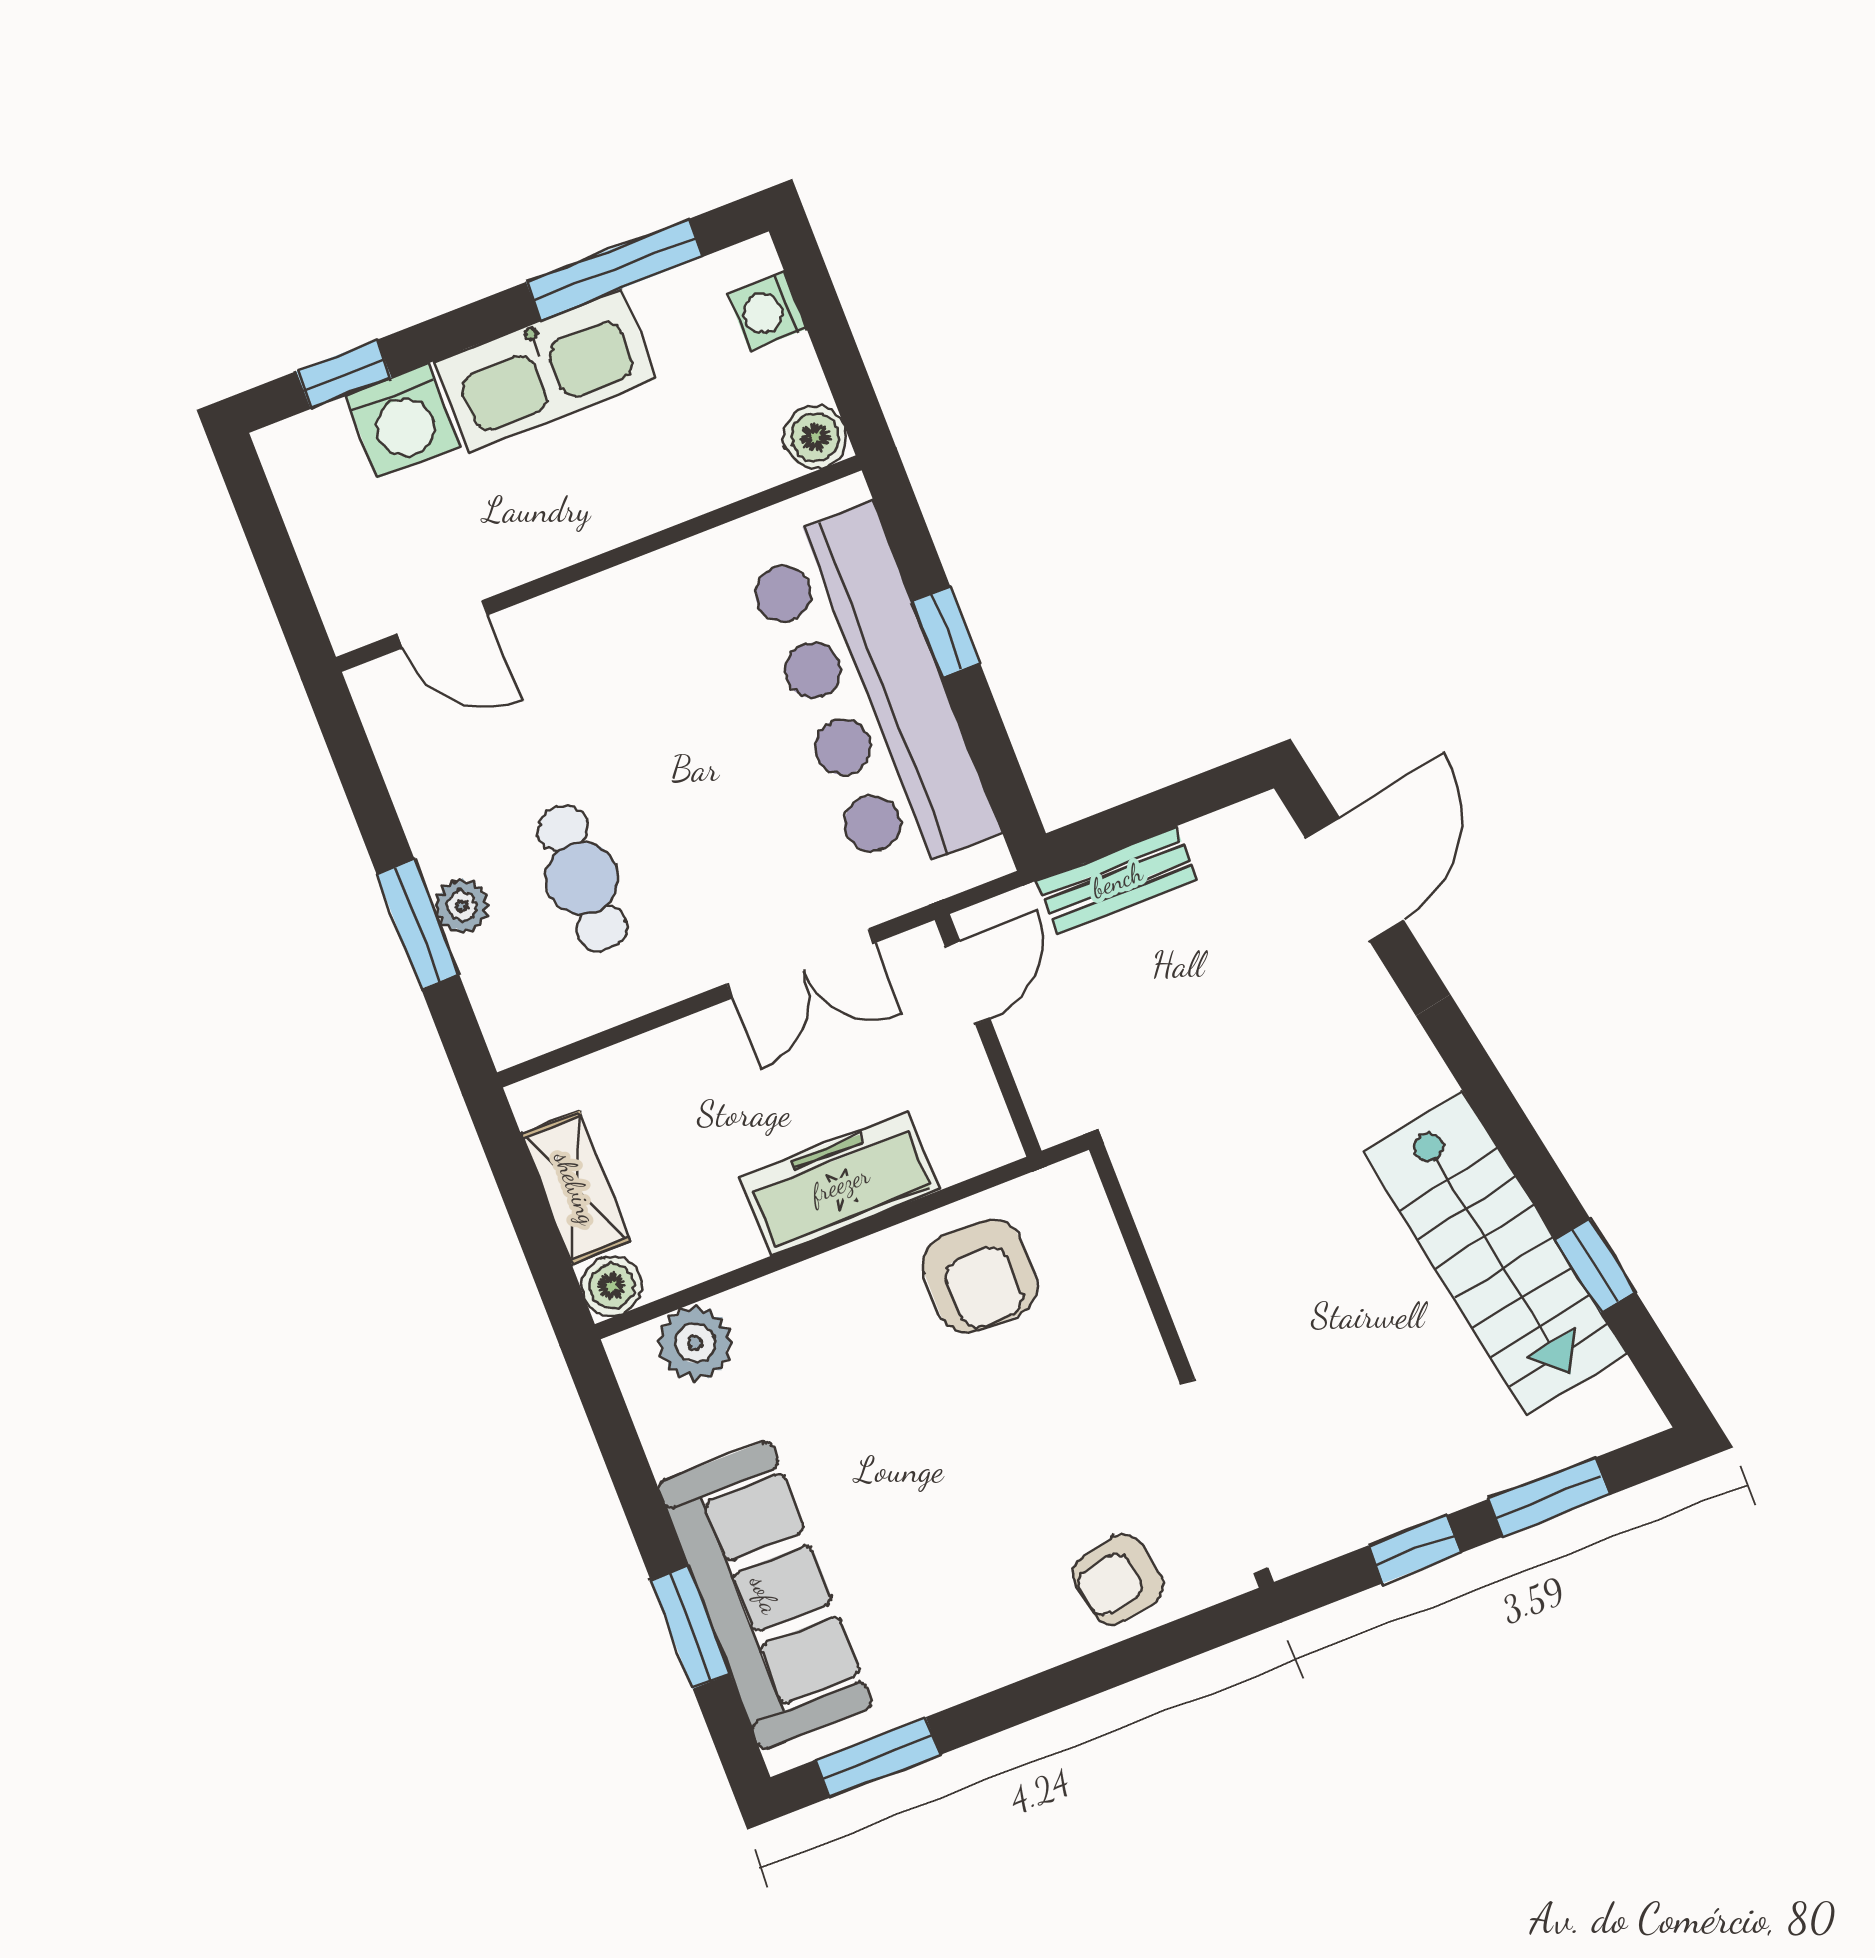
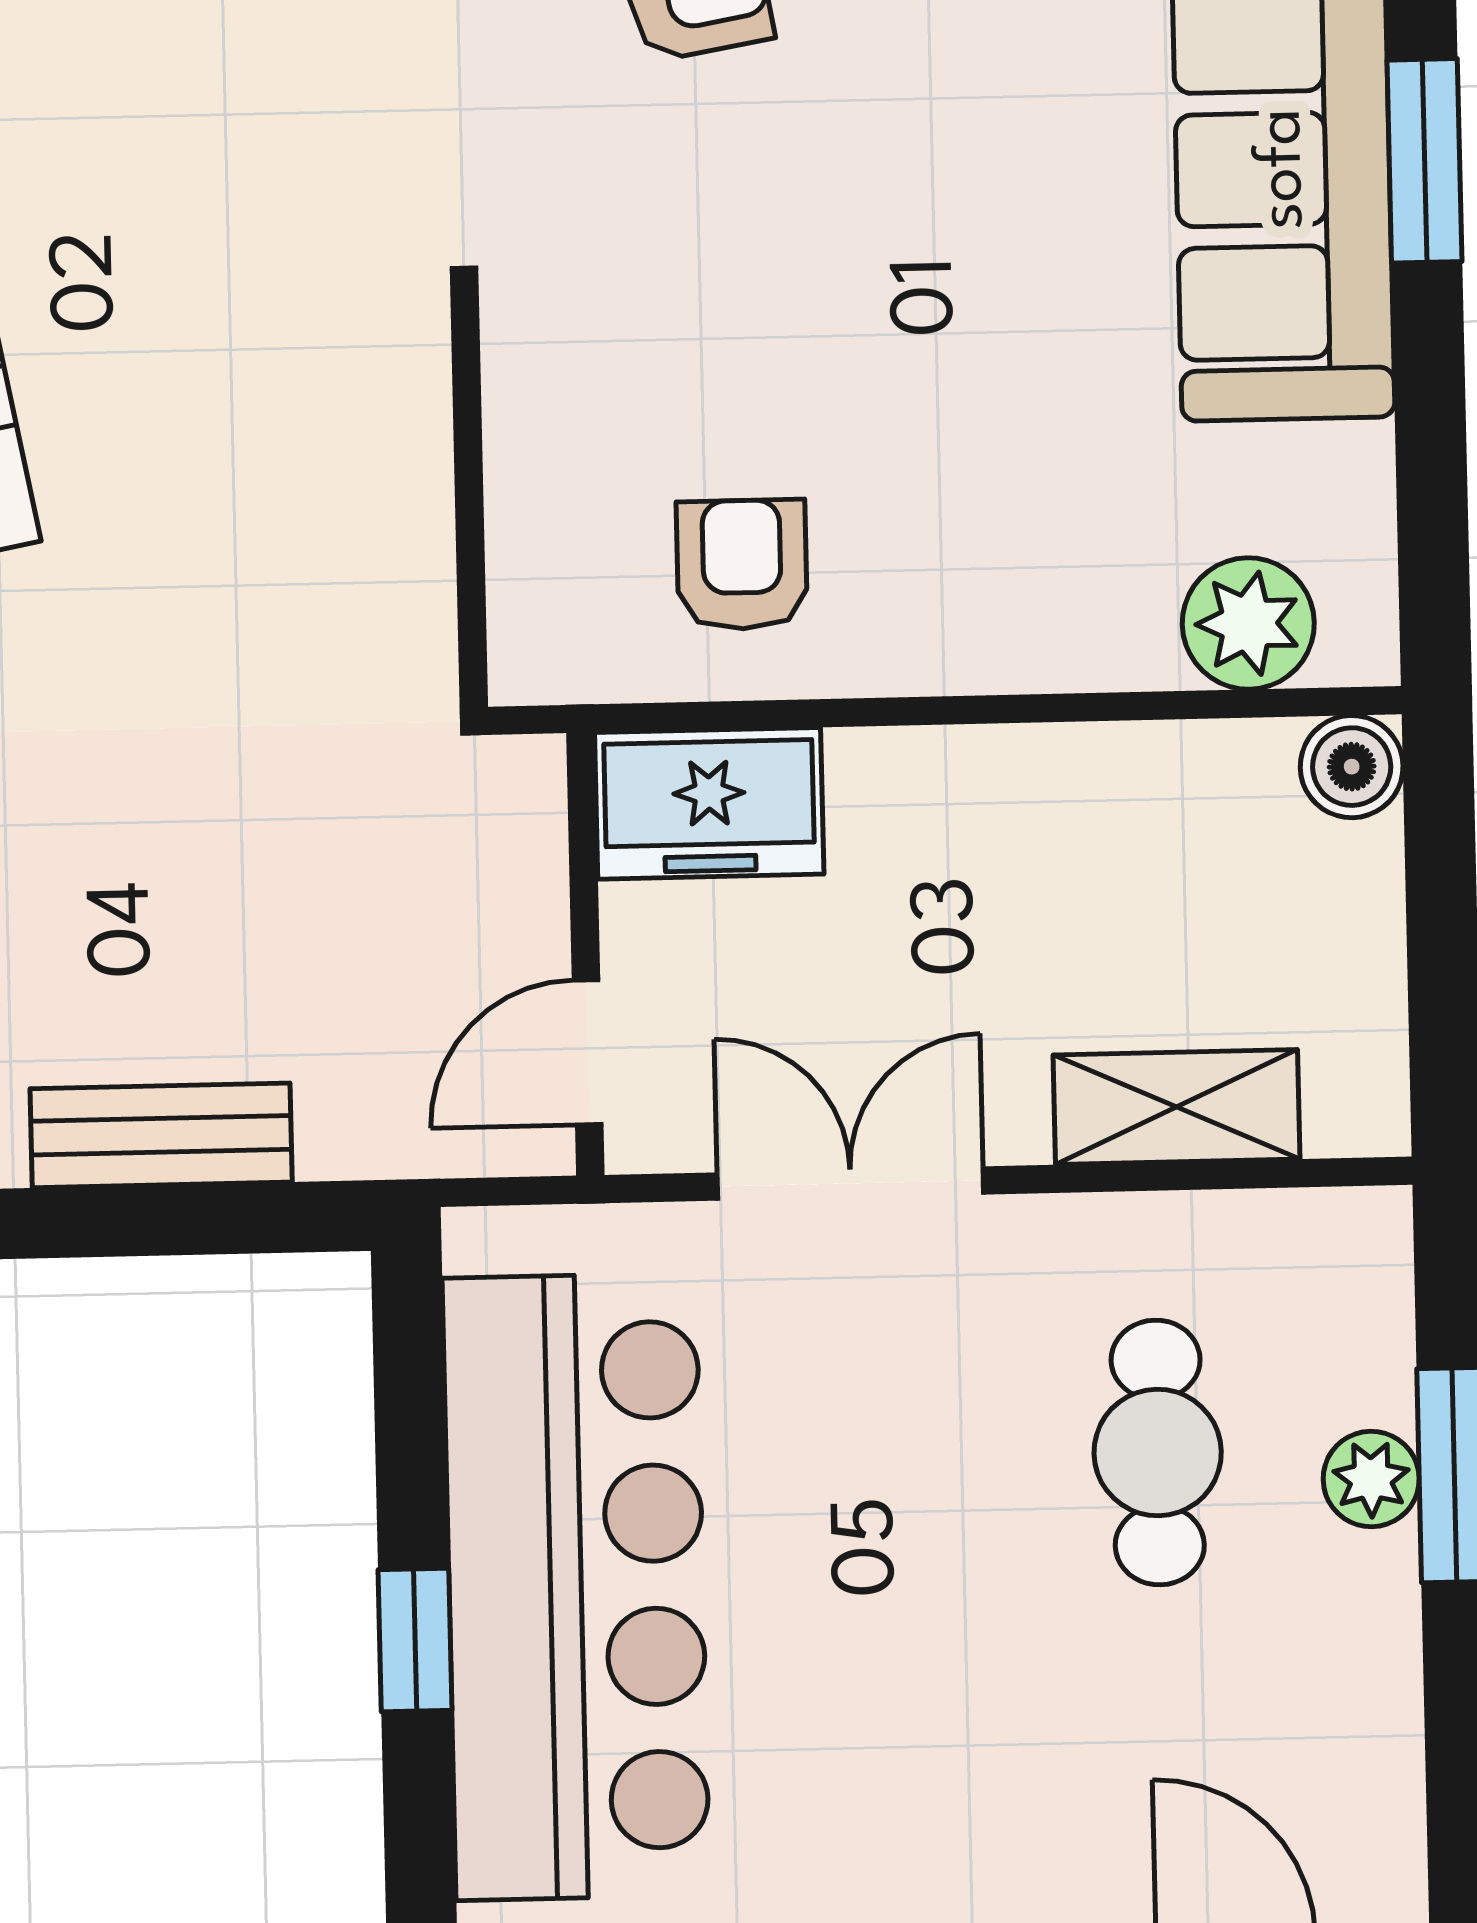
bench: (1117, 880) -> (161, 1135), moved
freezer: (840, 1184) -> (709, 803), moved, width x0.71
shelving: (576, 1188) -> (1176, 1107), moved, turned 90
armchair: (980, 1276) -> (742, 565), width x0.72, depth x0.72

